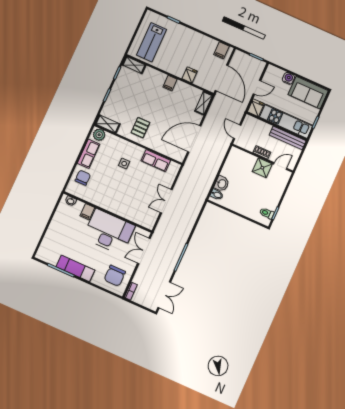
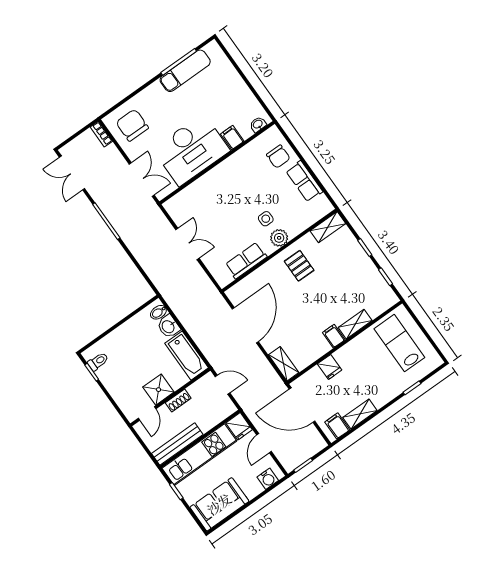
shelving: (207, 41) -> (360, 414), added
shelving: (134, 65) -> (355, 324), moved
water cooler: (288, 78) -> (268, 479), moved
plant: (99, 135) -> (279, 238), moved
bathtub: (232, 163) -> (187, 356), added
exam couch: (75, 268) -> (185, 71), moved

